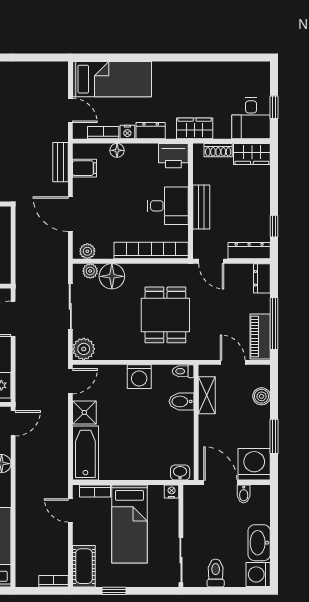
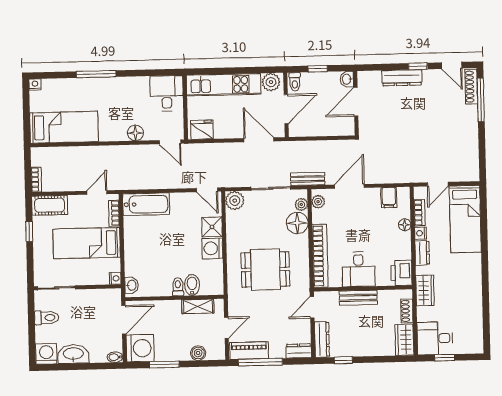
bench: (60, 162) -> (308, 179), moved
toilet: (183, 371) -> (178, 287), moved
shower: (84, 413) -> (212, 227), moved
bidet: (244, 494) -> (115, 357), moved

